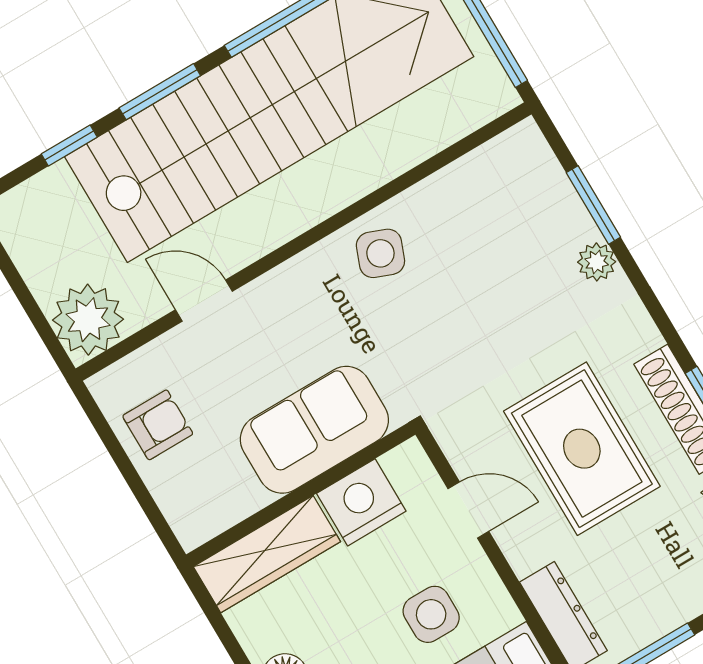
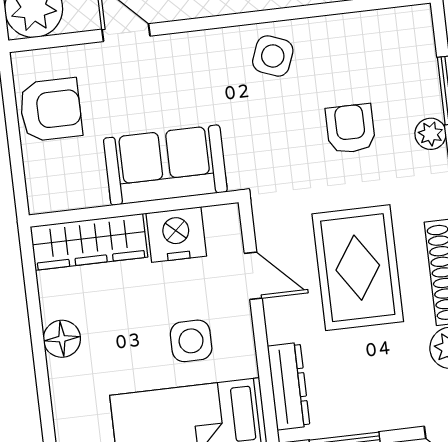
armchair: (504, 296) -> (350, 129), added
armchair: (158, 425) -> (51, 110), width x1.38, depth x1.38

